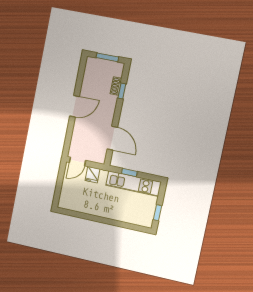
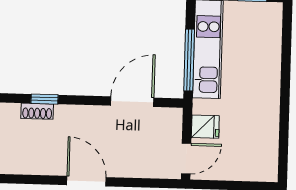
door: (77, 161) -> (186, 158), hinge flipped
window: (129, 173) -> (189, 60), width x2.17

